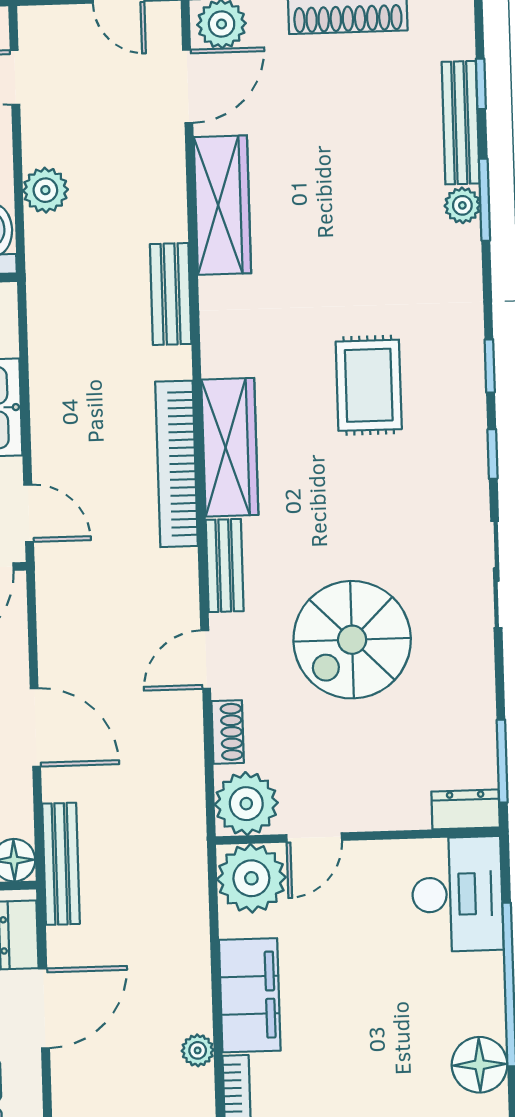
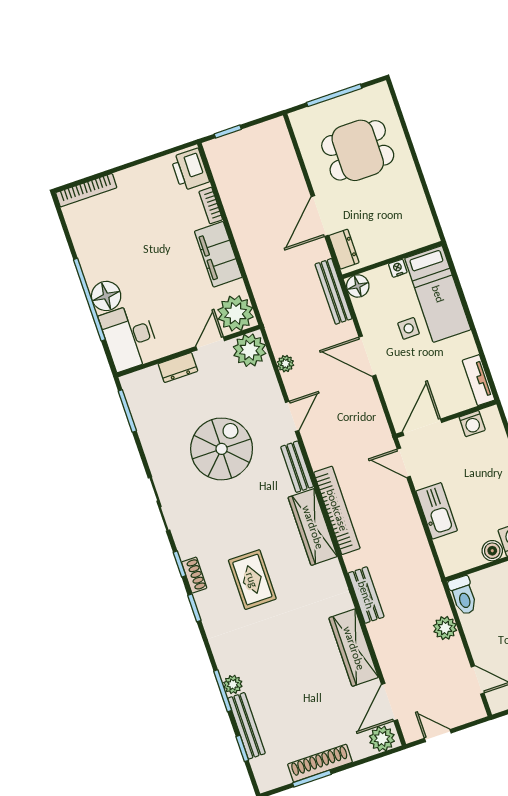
shoe rack: (228, 732) -> (194, 575), moved, turned 180
dresser: (466, 809) -> (178, 368), moved
plant: (198, 1050) -> (285, 364), moved
floor lamp: (480, 1065) -> (106, 296), moved

